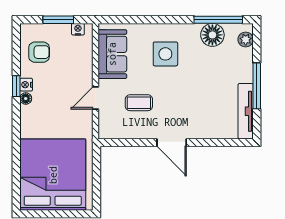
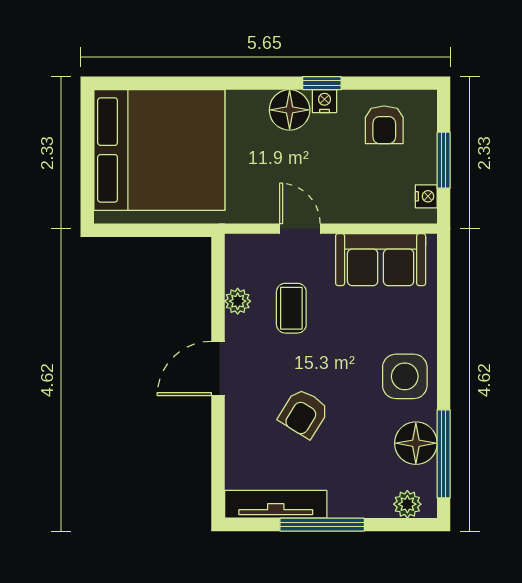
side table: (165, 54) -> (405, 376), moved
armchair: (196, 96) -> (304, 413), added
floor lamp: (26, 99) -> (290, 110), width x1.89, depth x1.89
plant: (135, 132) -> (238, 301), added

